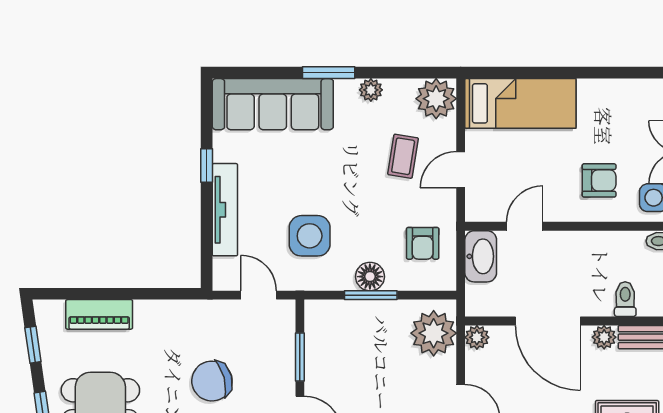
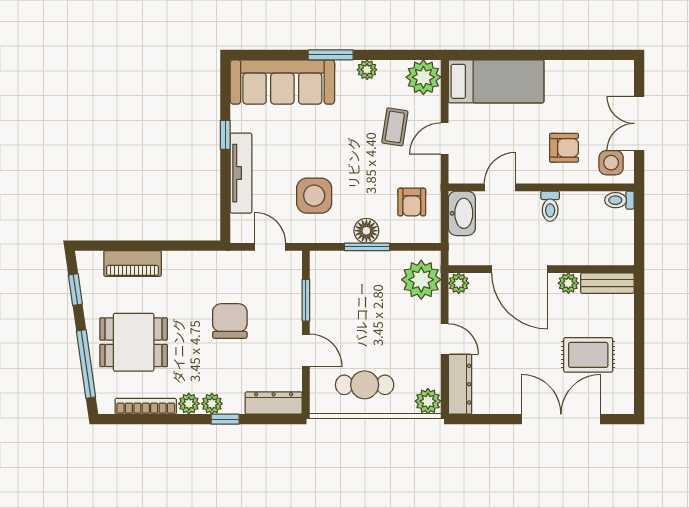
toilet: (625, 299) -> (550, 206), moved, turned 180
chair: (212, 381) -> (230, 321), turned 105

